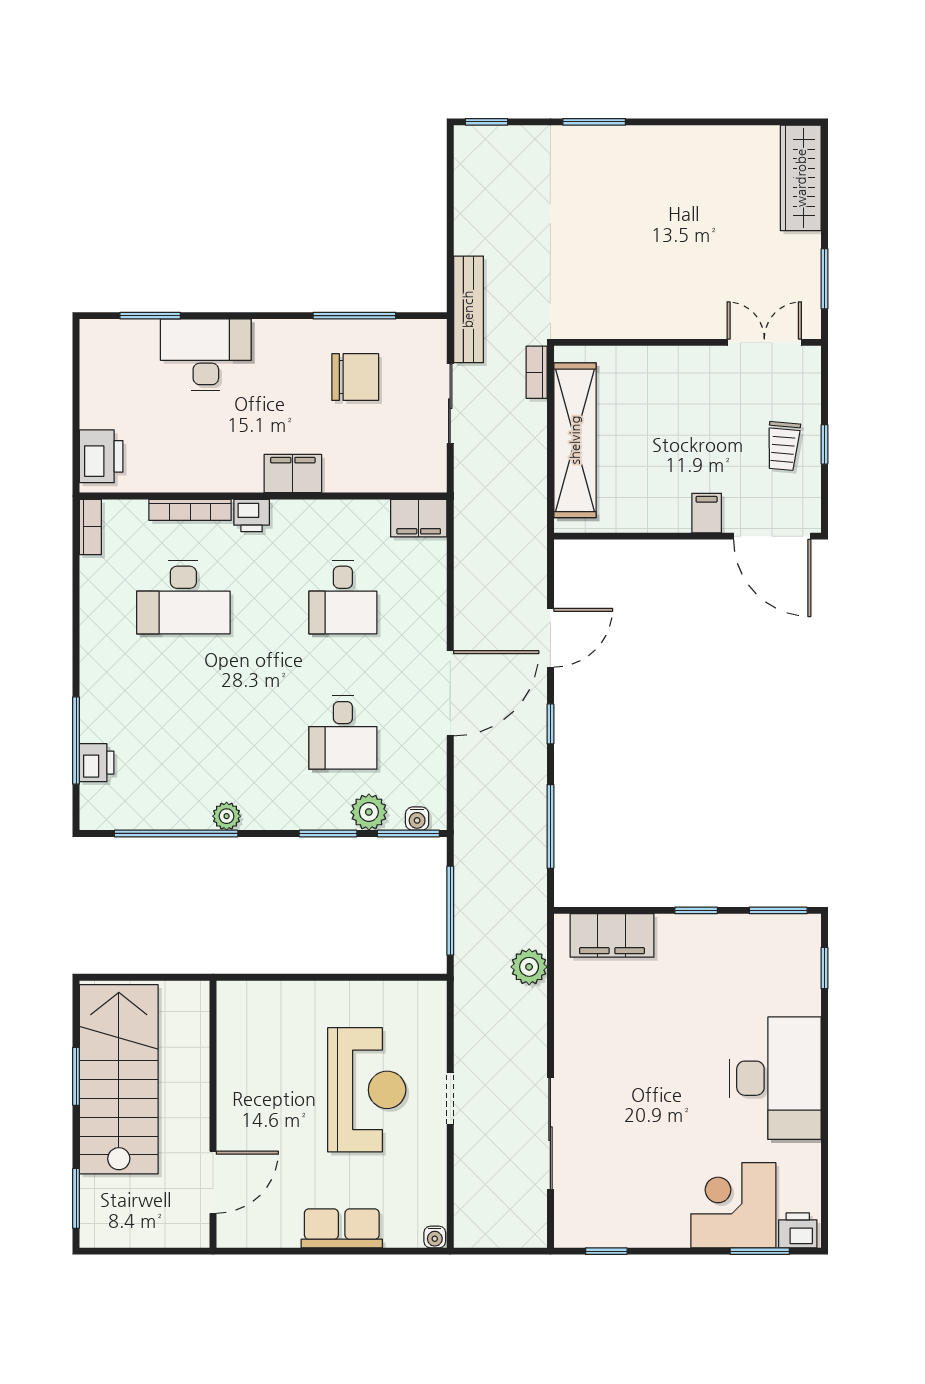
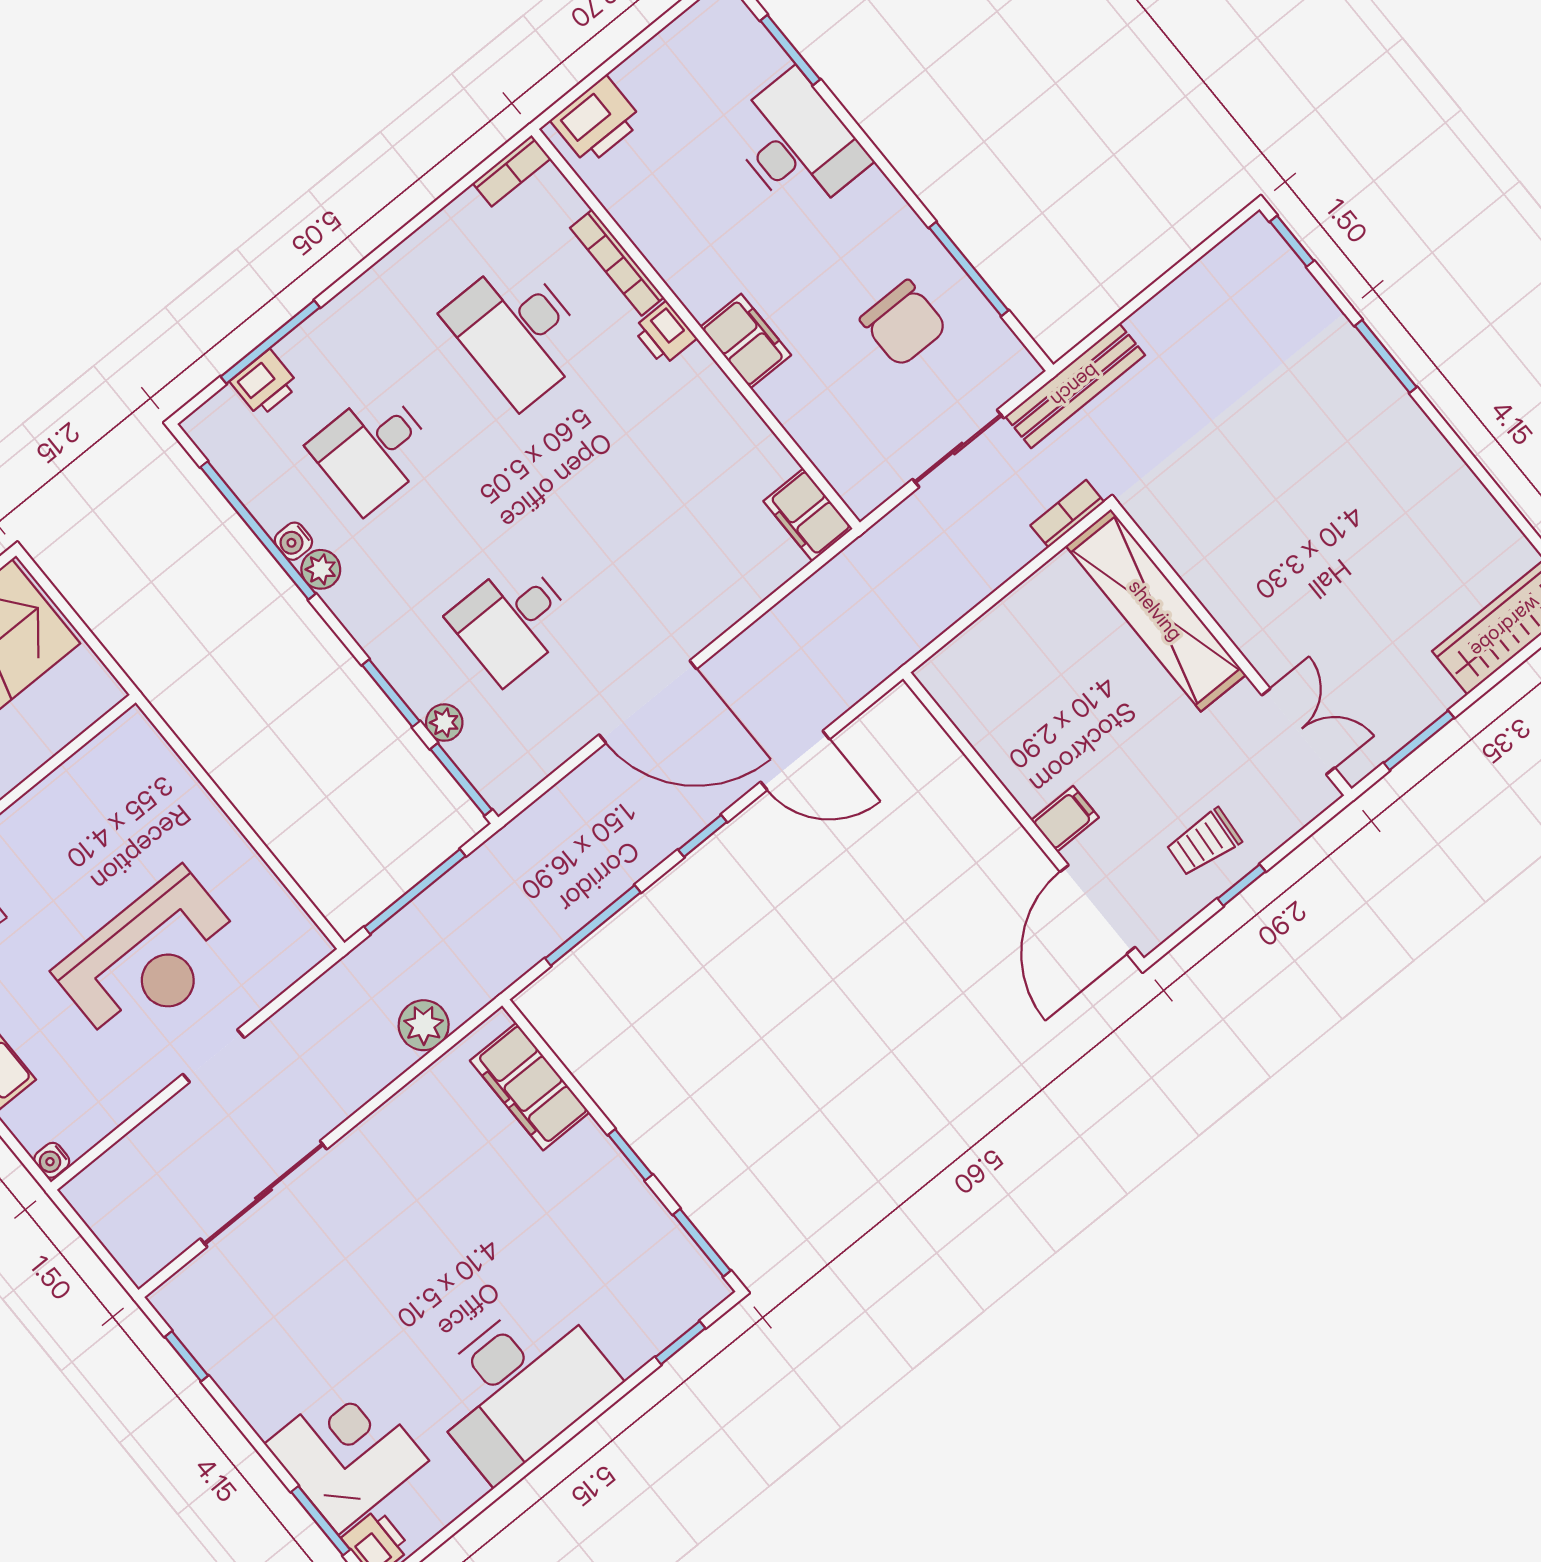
shelving: (575, 440) -> (1156, 610), moved, turned 90
desk: (343, 597) -> (373, 450), moved
plant: (369, 812) -> (444, 723), width x0.73, depth x0.73
water cooler: (417, 819) -> (293, 541), moved

